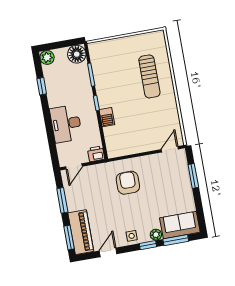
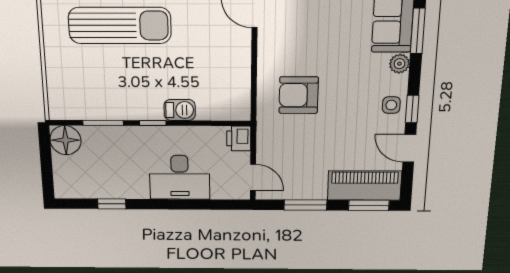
plant: (47, 57) -> (65, 188), removed
sun lounger: (149, 76) -> (120, 25), width x1.36, depth x1.34
window: (148, 245) -> (412, 109), moved

